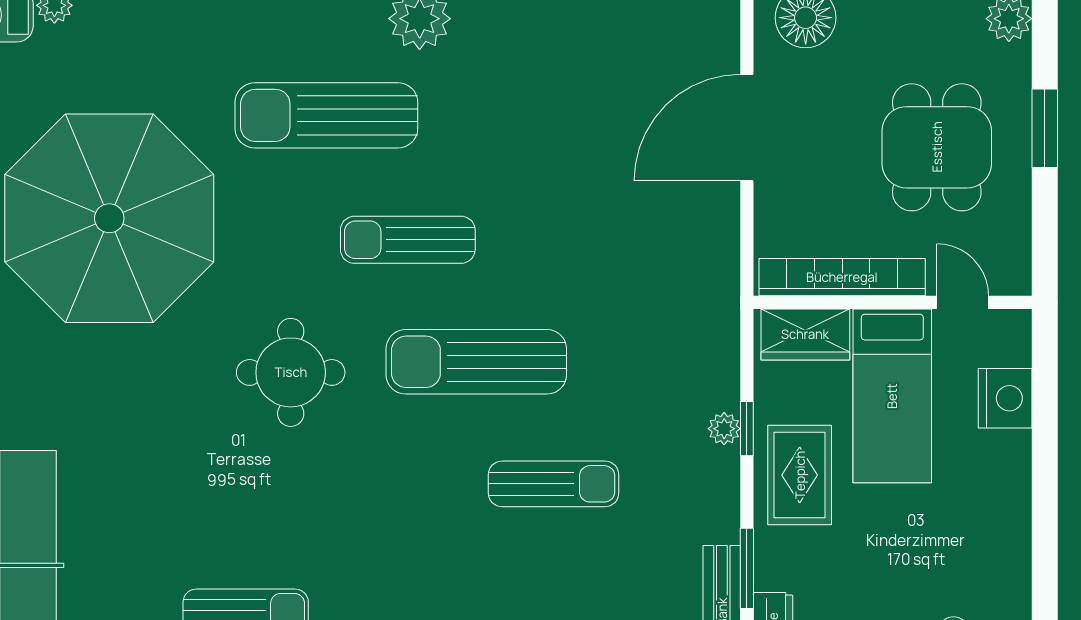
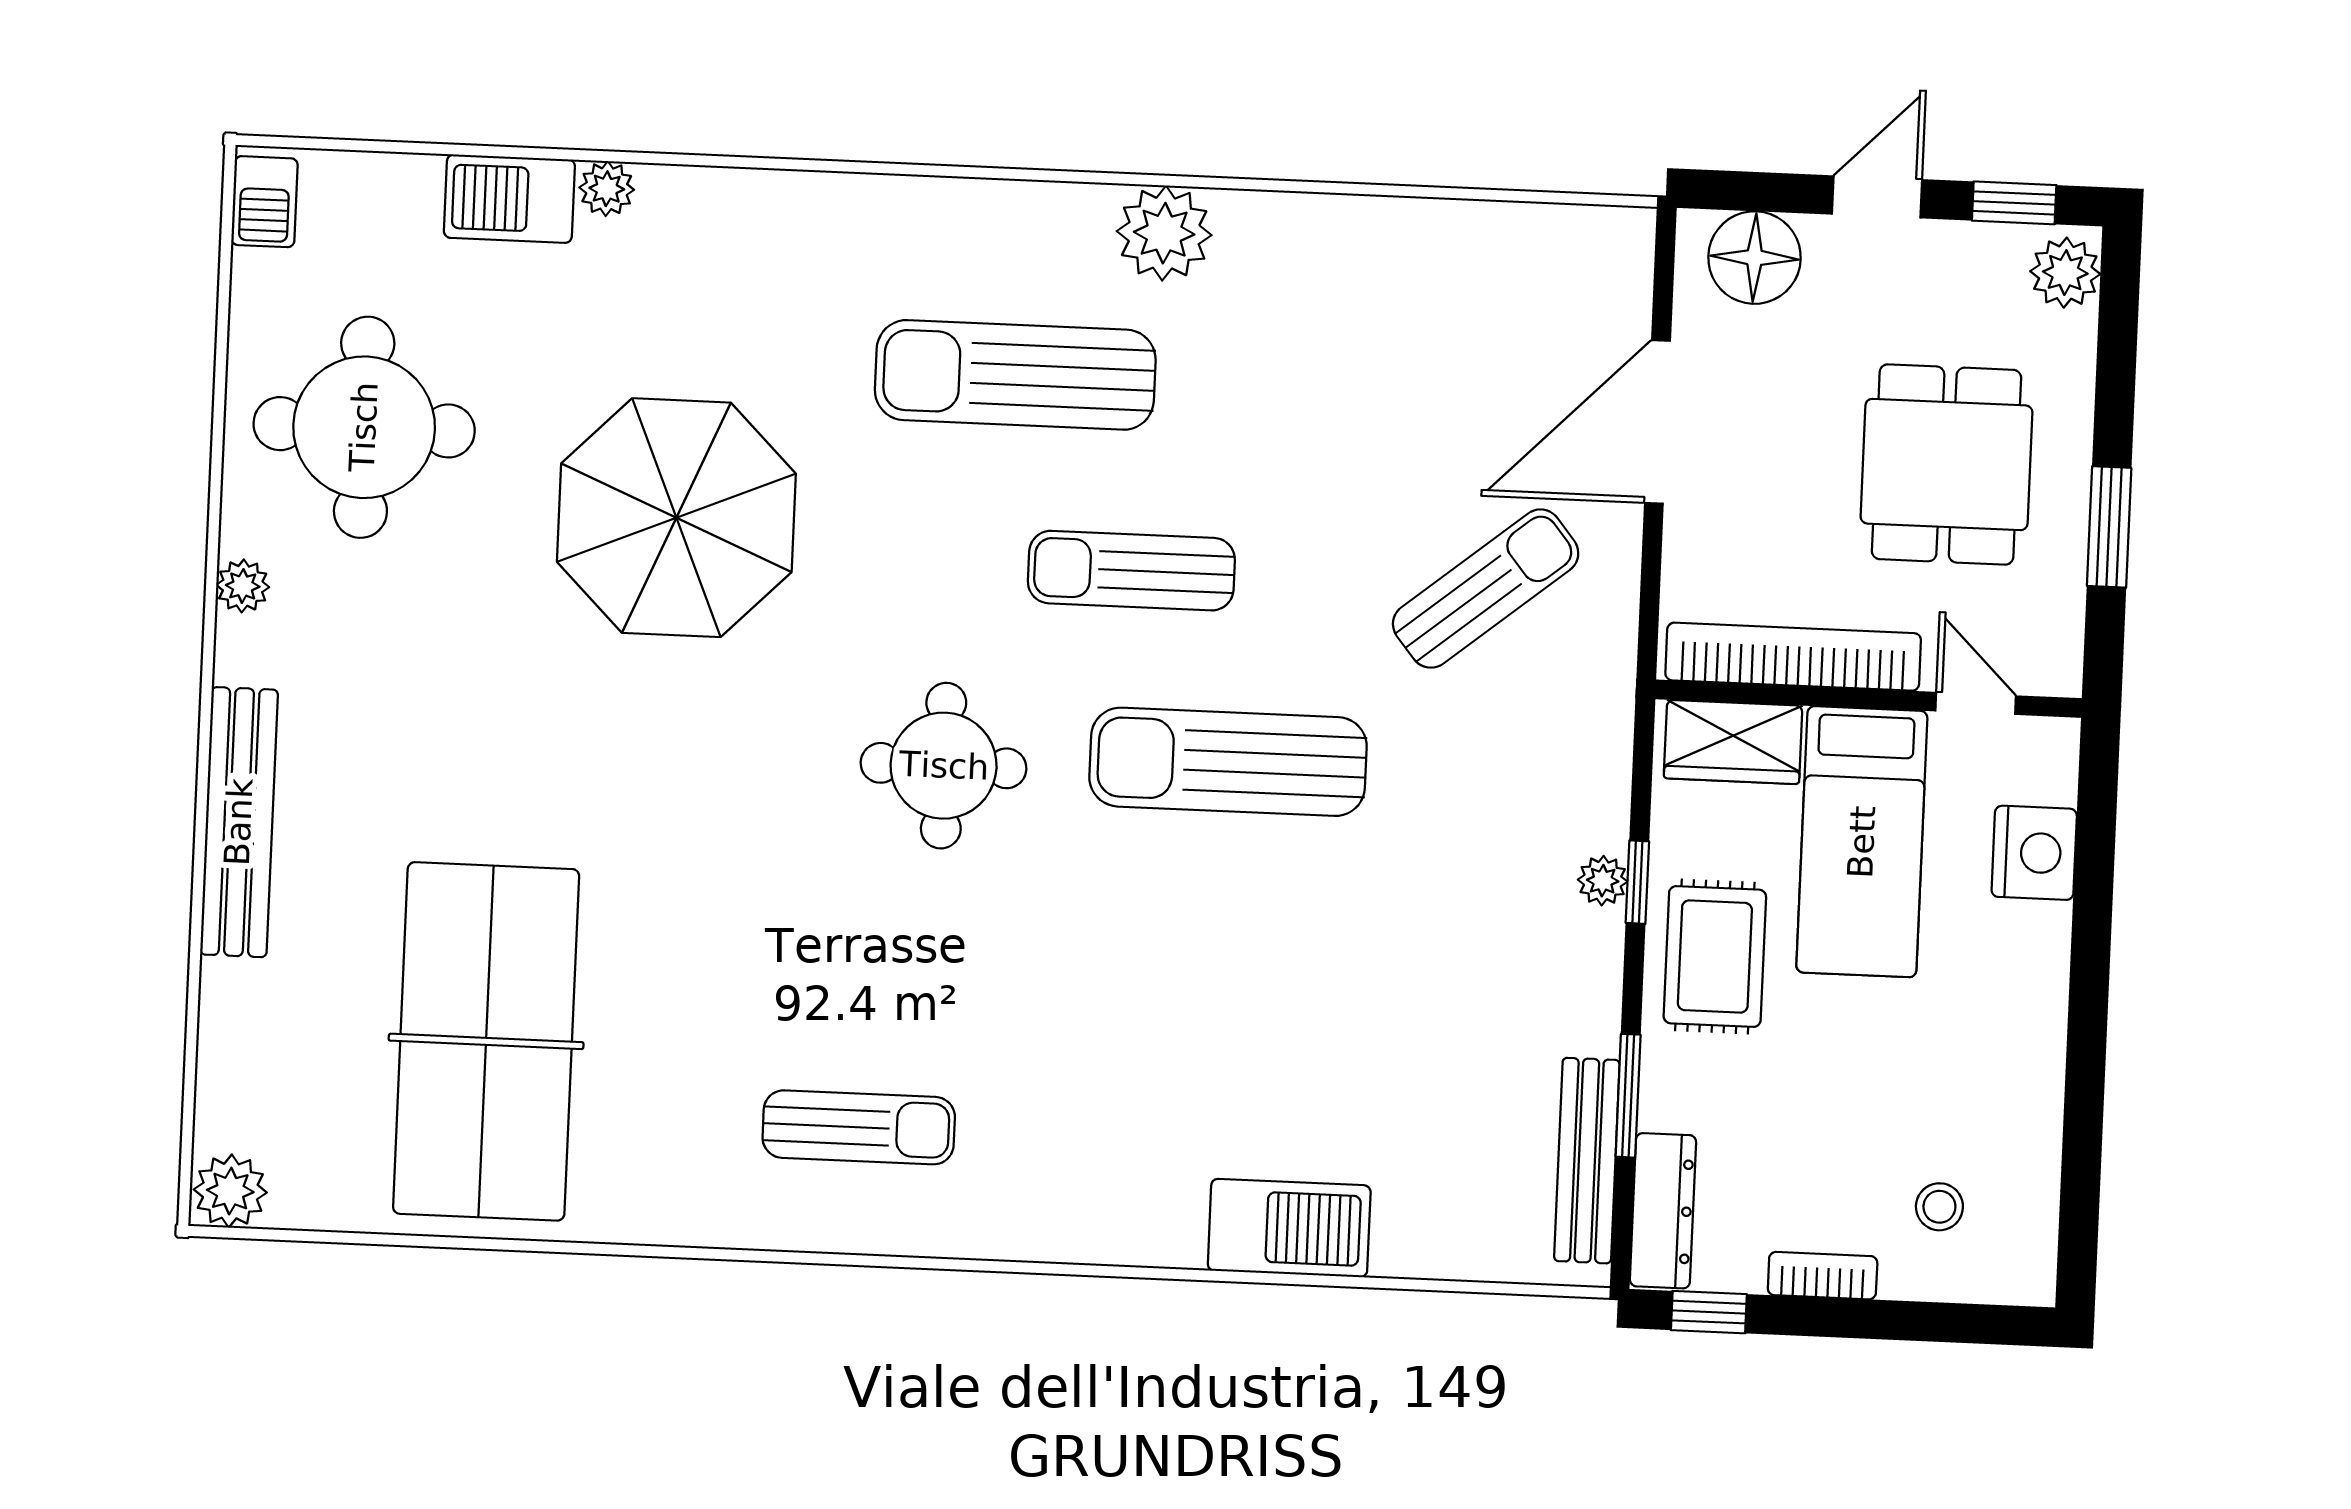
window: (1045, 128) -> (2109, 527), moved
parasol: (109, 218) -> (676, 518), width x0.73, depth x0.73
sun lounger: (554, 484) -> (1486, 589), moved, turned -39

